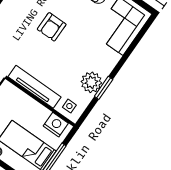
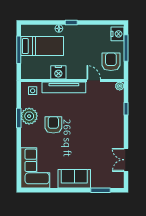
armchair: (52, 27) -> (53, 125), moved
nightstand: (56, 125) -> (58, 72), moved

